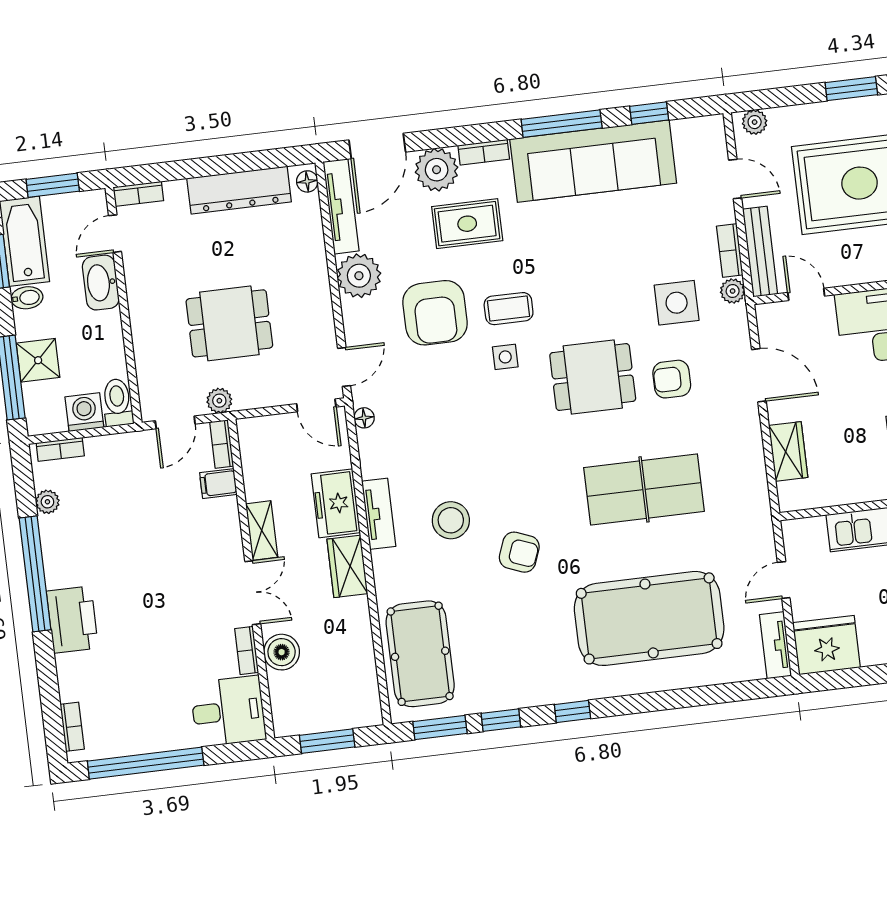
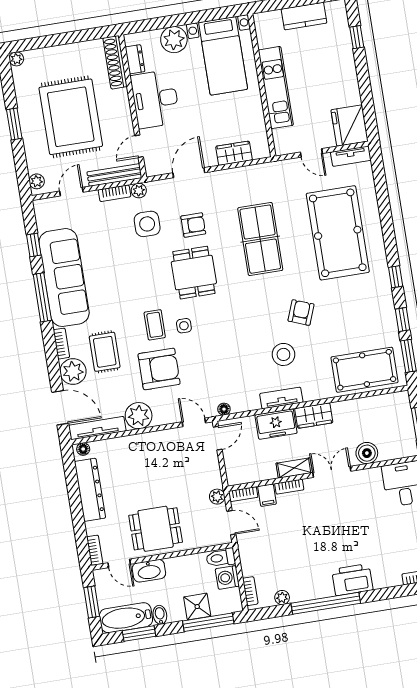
dining table: (229, 323) -> (156, 529), moved, turned 90
armchair: (672, 379) -> (193, 225), turned -90
bookcase: (247, 650) -> (289, 487), moved

